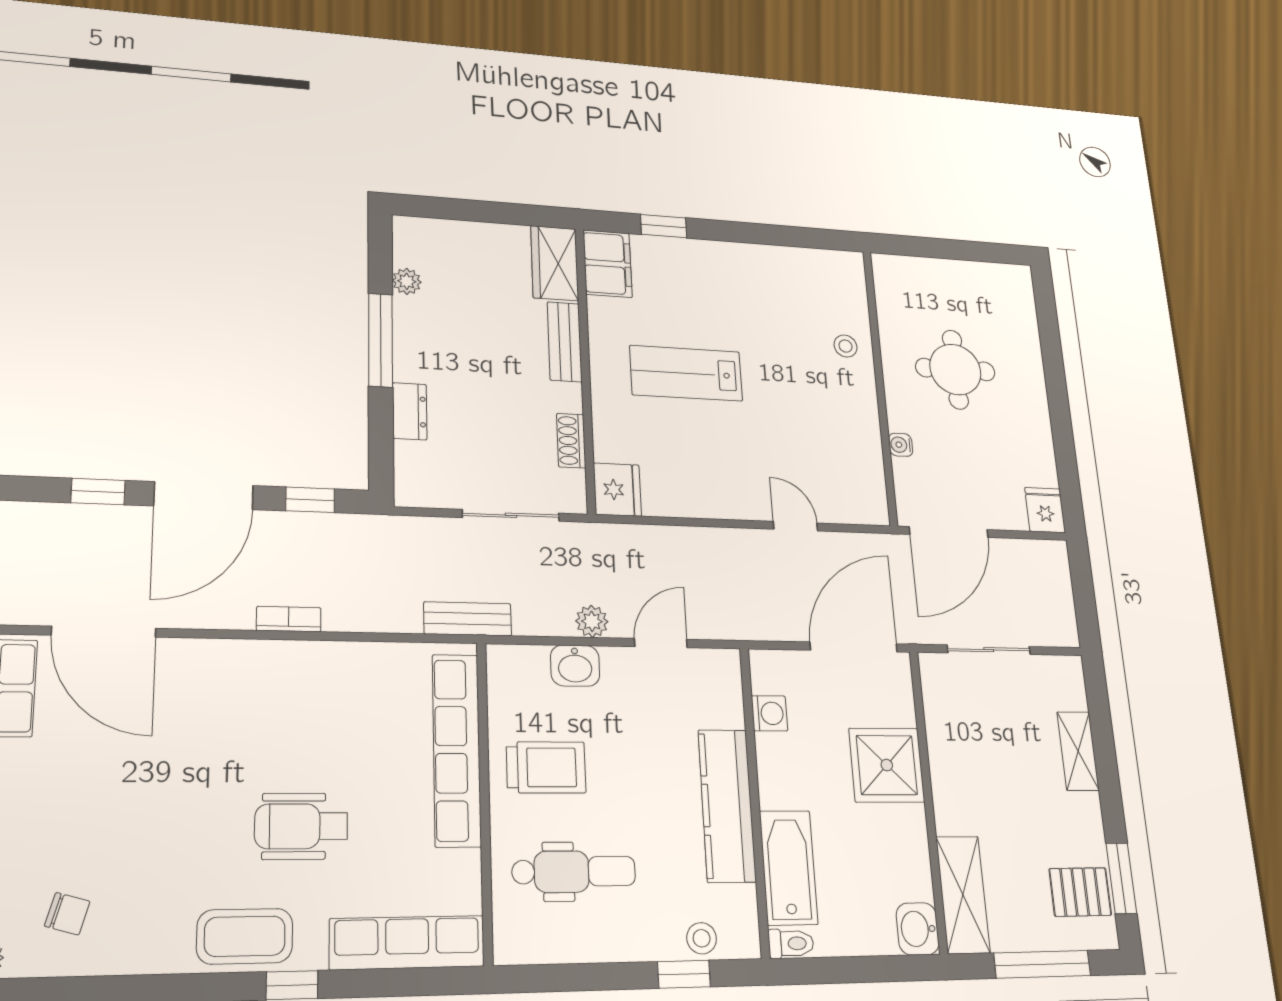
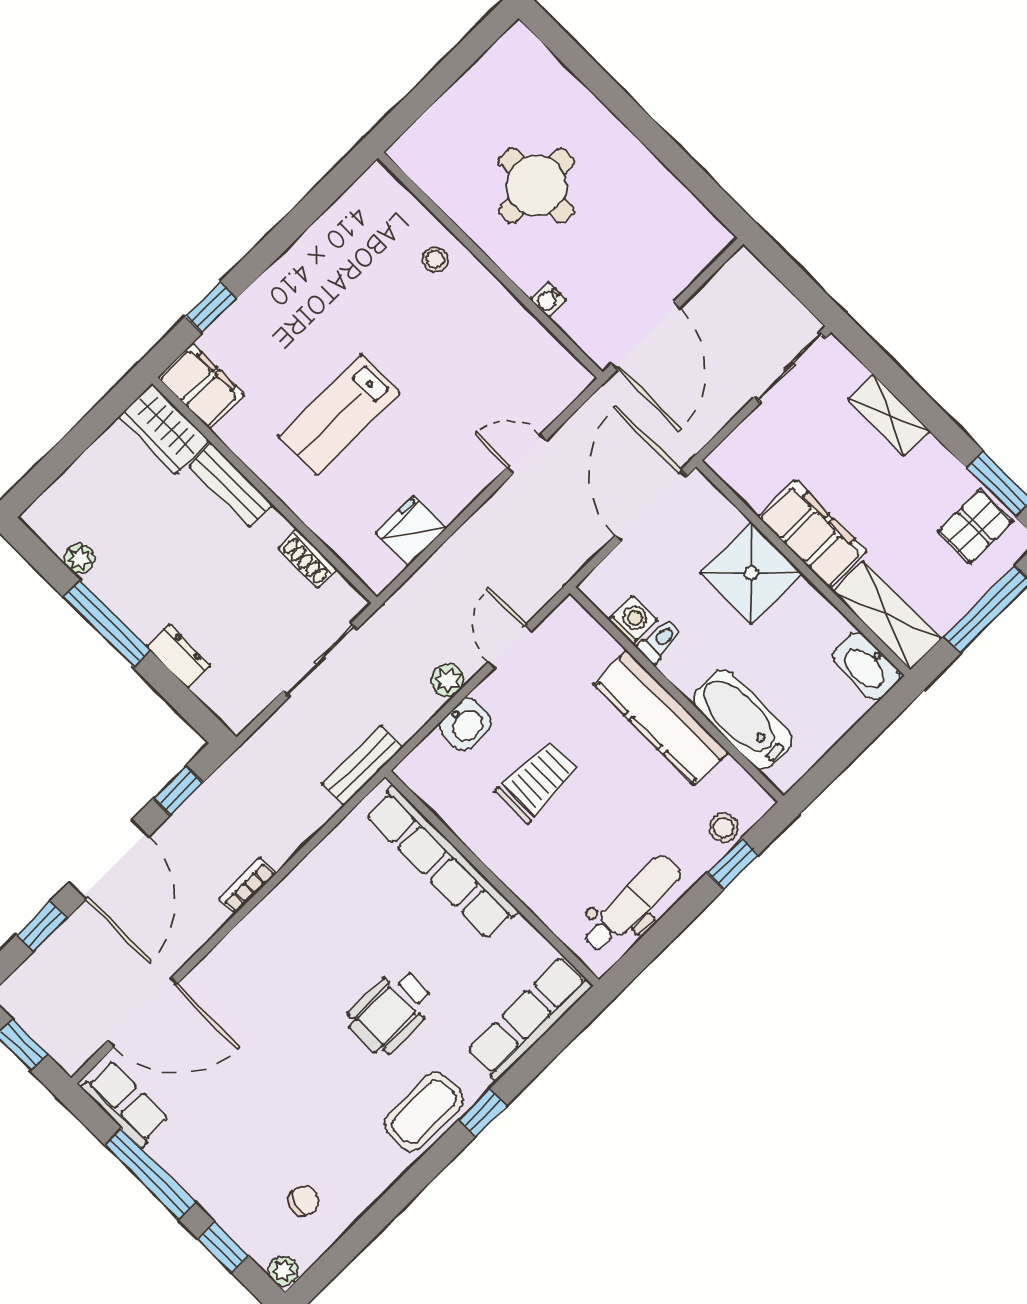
fridge: (617, 490) -> (411, 531), moved, turned -90
fridge: (1045, 510) -> (706, 235), removed
sliding door: (989, 650) -> (790, 368), moved
trolley: (546, 767) -> (537, 782), moved
filing cabinet: (955, 781) -> (812, 535), added
dental chair: (574, 871) -> (632, 904), moved
washbasin: (918, 929) -> (867, 666), width x1.38
toilet: (791, 943) -> (660, 641), moved

